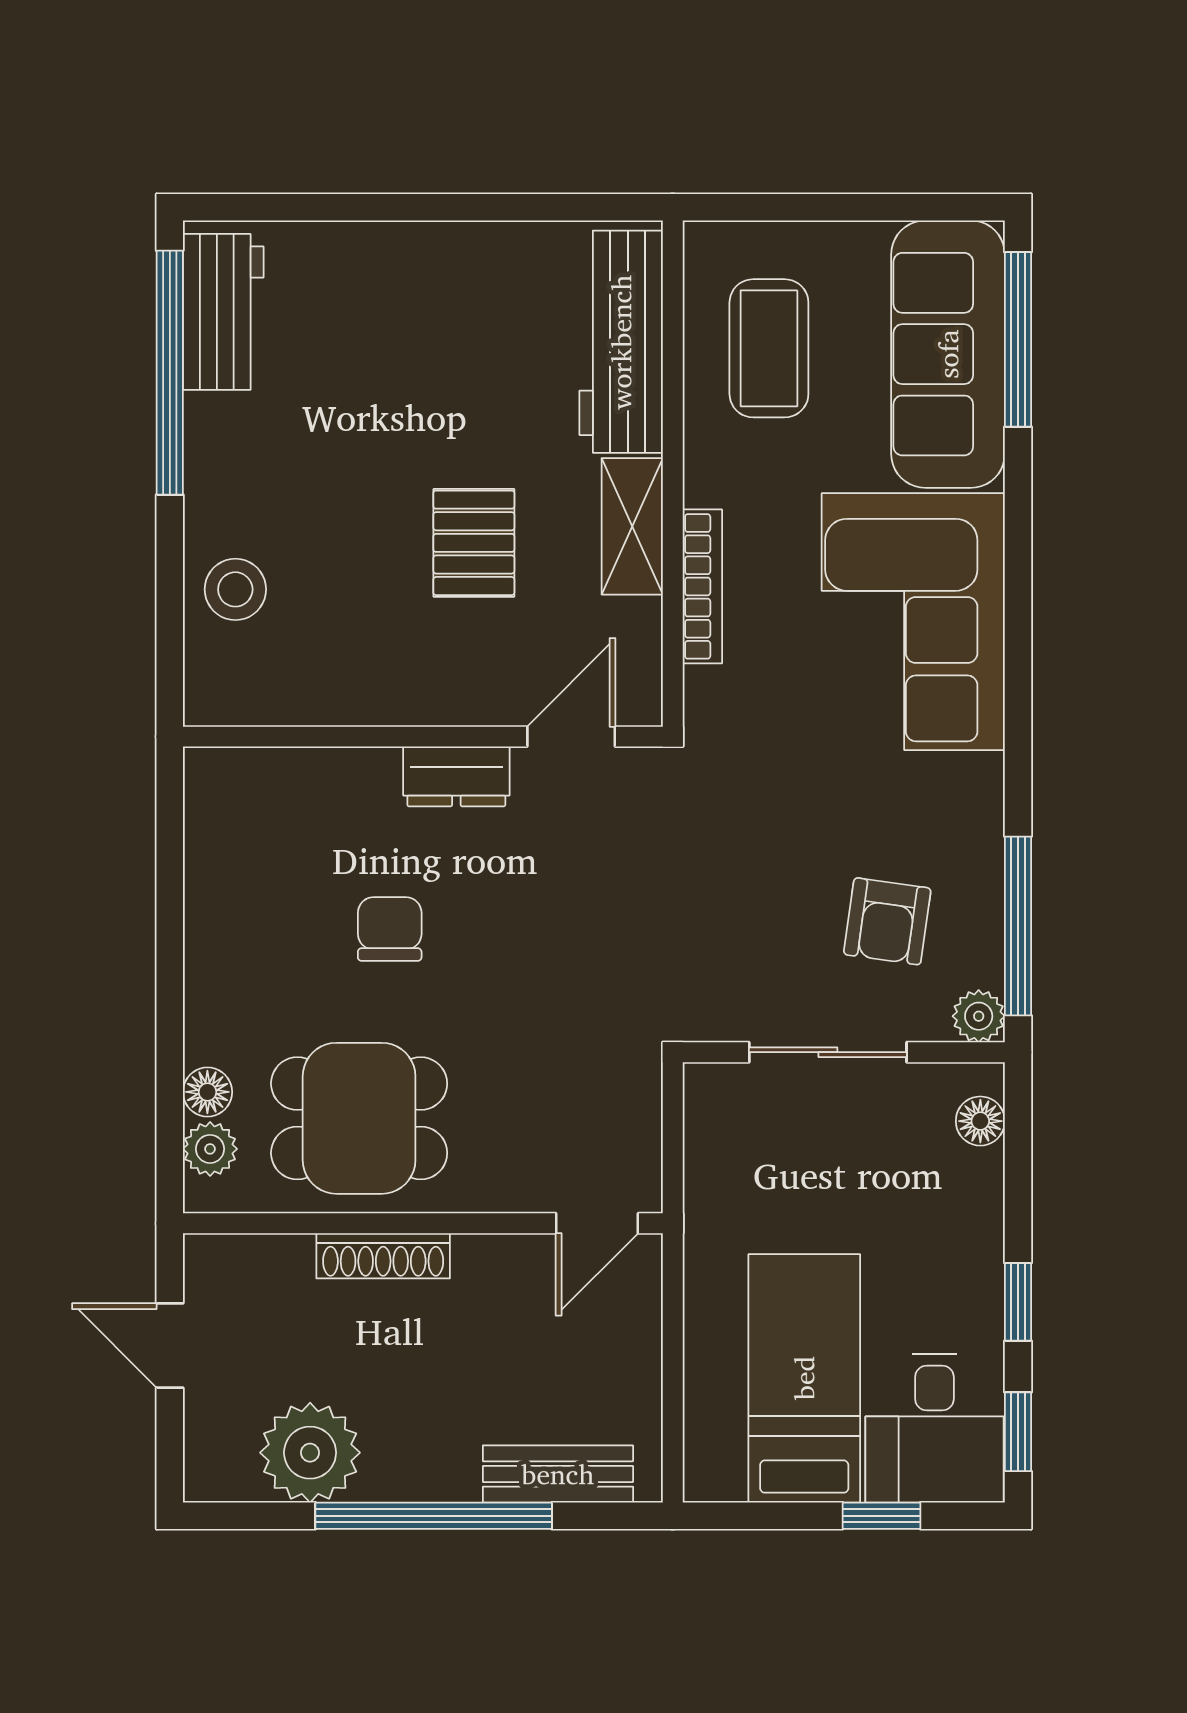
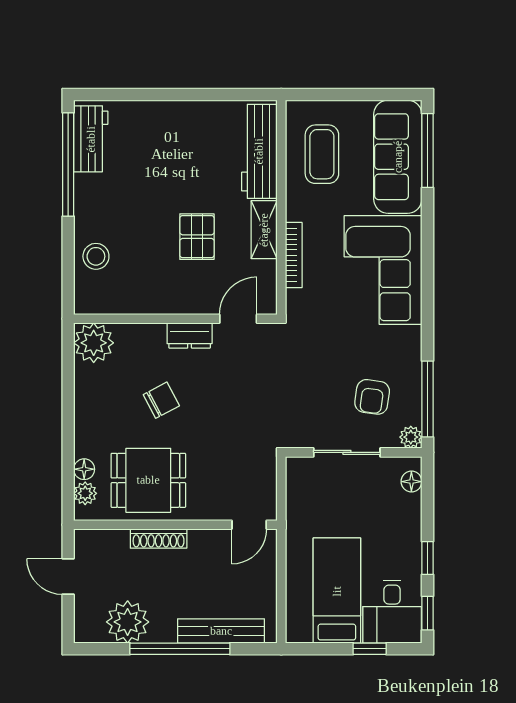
plant: (230, 794) -> (94, 343), added
chair: (390, 929) -> (161, 400), turned 62
bench: (558, 1474) -> (221, 631), width x1.36

